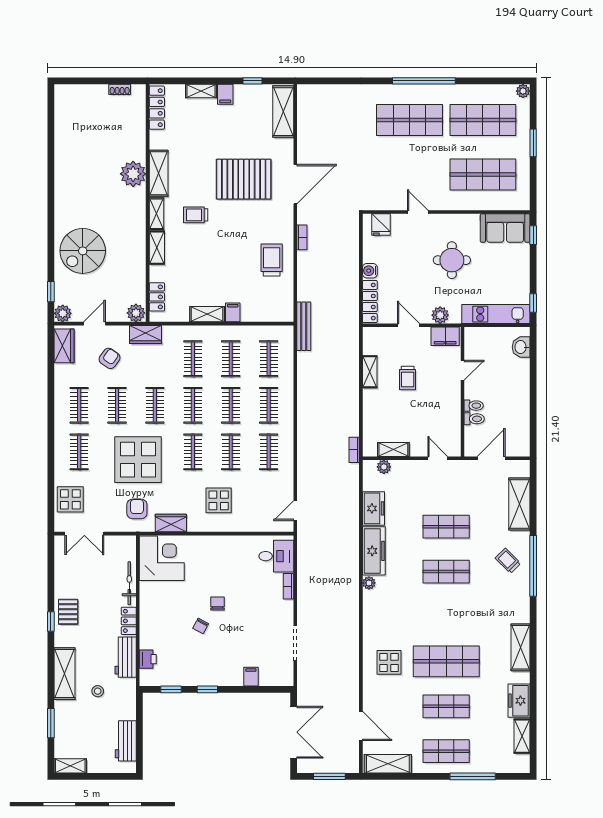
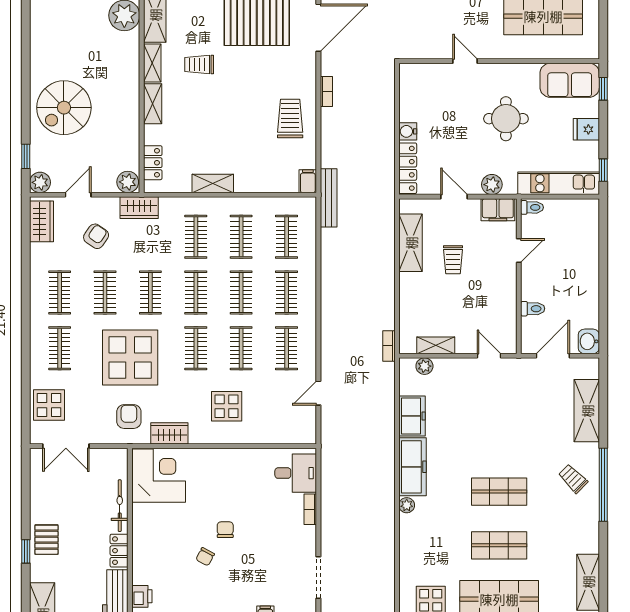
fridge: (381, 225) -> (586, 129), moved, turned 90
filing cabinet: (233, 312) -> (308, 181), moved
washbasin: (521, 347) -> (589, 341), moved
shelving: (370, 372) -> (411, 243), width x1.50, depth x1.33
toilet: (474, 406) -> (532, 207), moved
door: (295, 511) -> (318, 393), moved
shop shelf: (446, 527) -> (499, 545), moved

